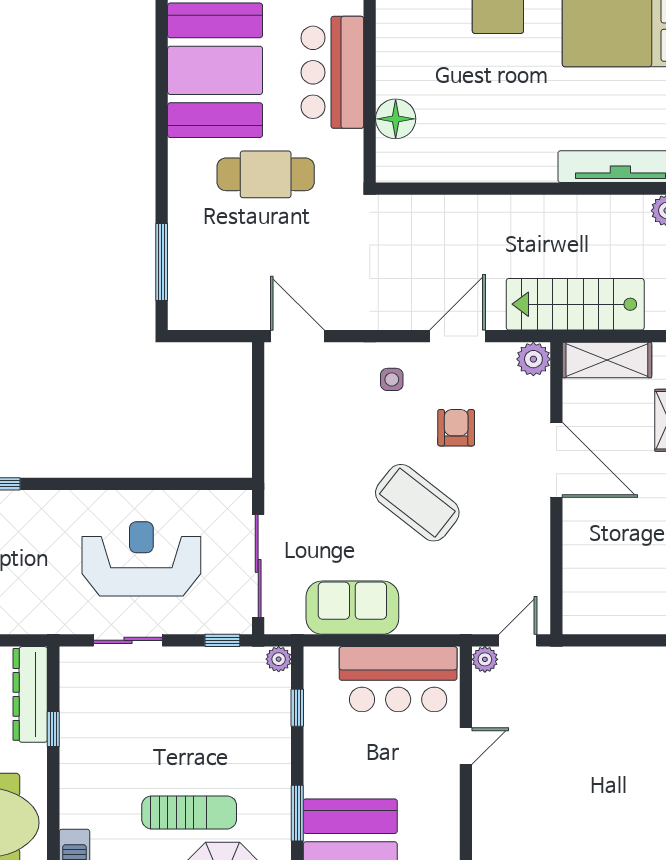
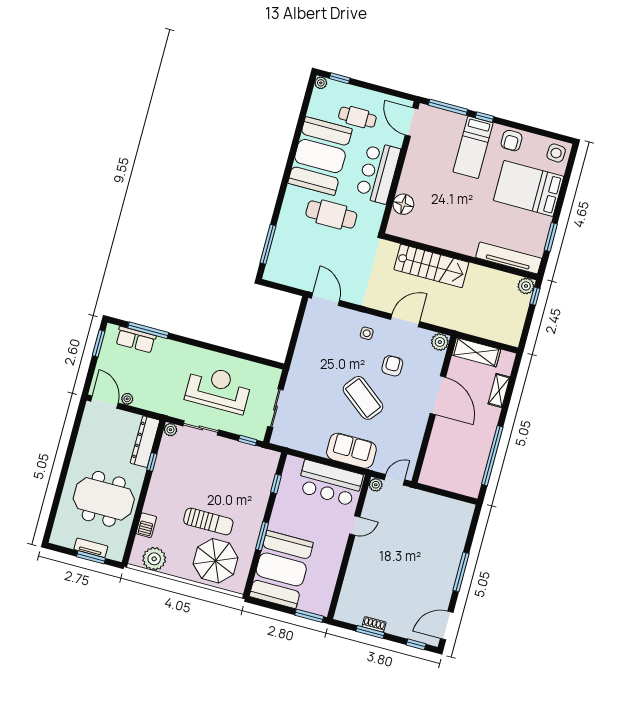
stairs: (575, 304) -> (431, 266), moved, turned 180
sliding door: (258, 566) -> (275, 408), width x0.73
sofa: (352, 608) -> (351, 451), moved
plant: (279, 659) -> (170, 430), moved

